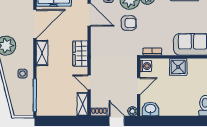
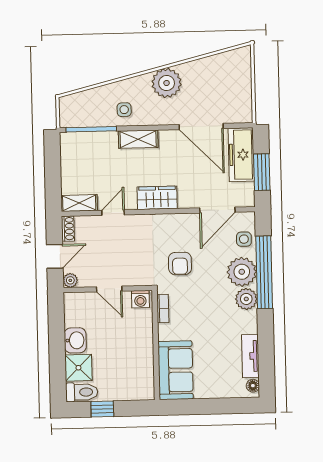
armchair: (129, 23) -> (180, 263), moved
shelving: (42, 53) -> (138, 139), moved
shower: (178, 67) -> (78, 368), moved
washbasin: (150, 109) -> (75, 340), moved

